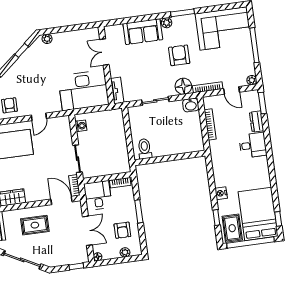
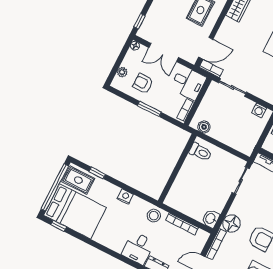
sliding door: (155, 101) -> (241, 181), moved
stool: (219, 151) -> (154, 216), added
boiler: (123, 159) -> (204, 127), added
nightstand: (221, 193) -> (125, 197), moved

